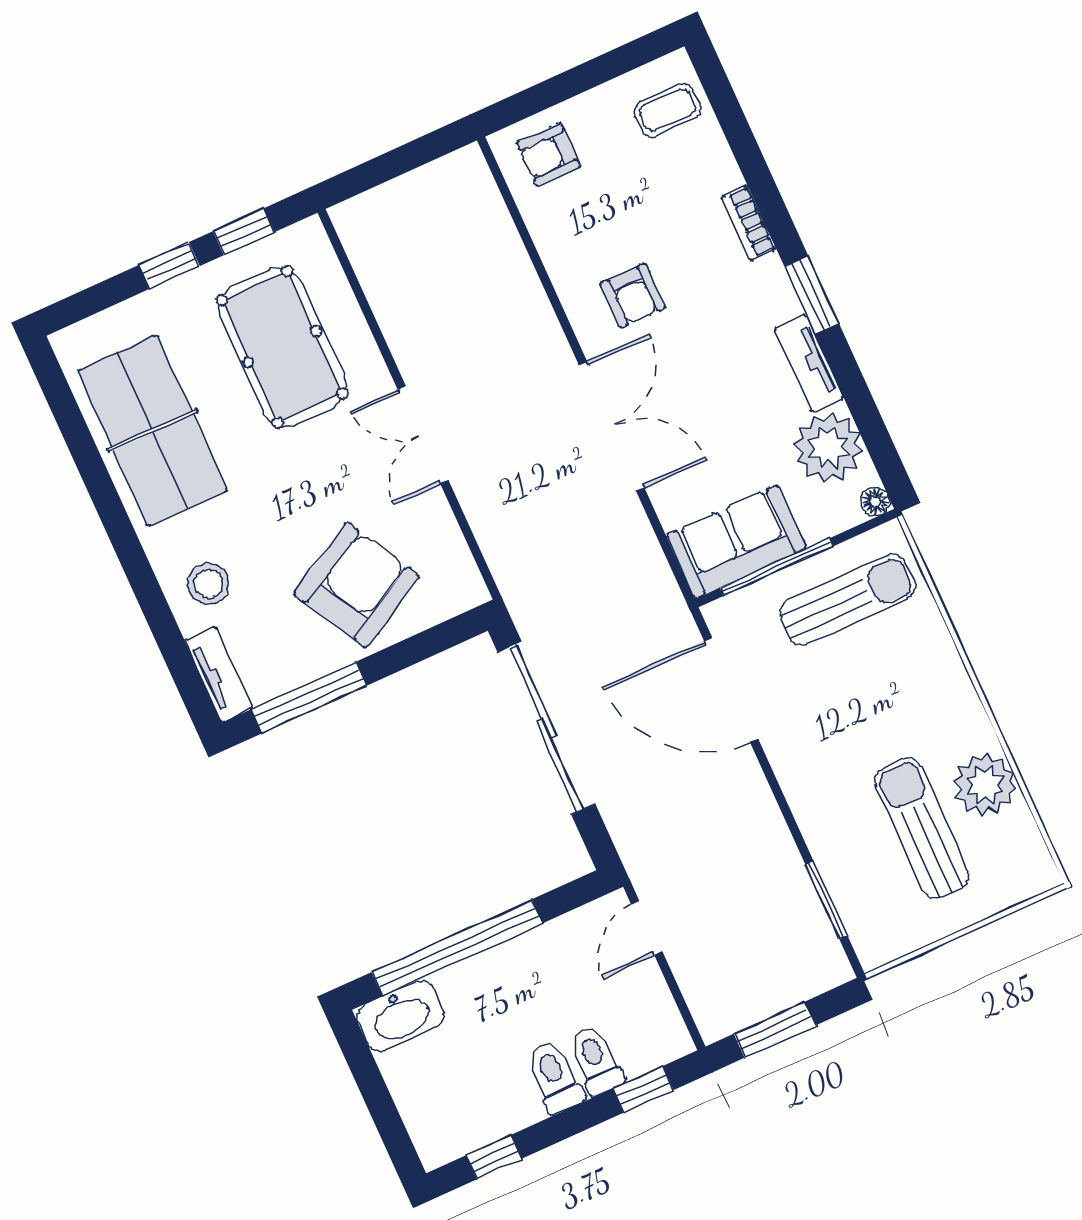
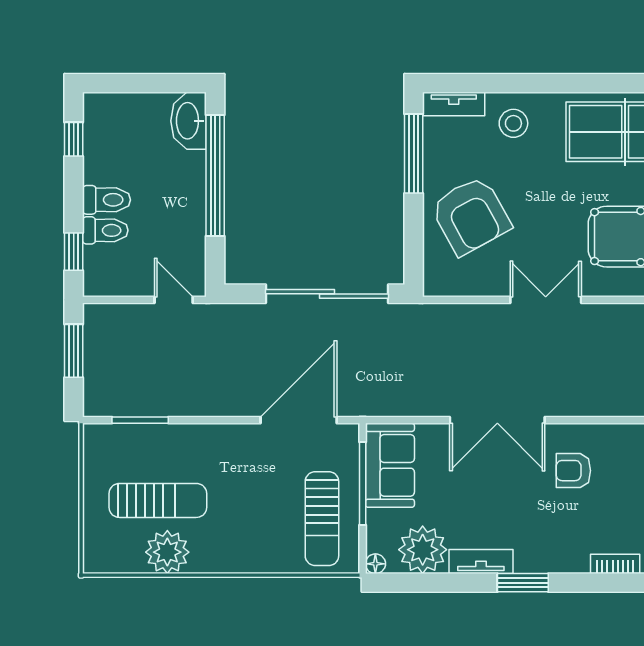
bookcase: (749, 223) -> (615, 564), moved

